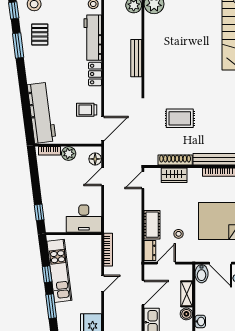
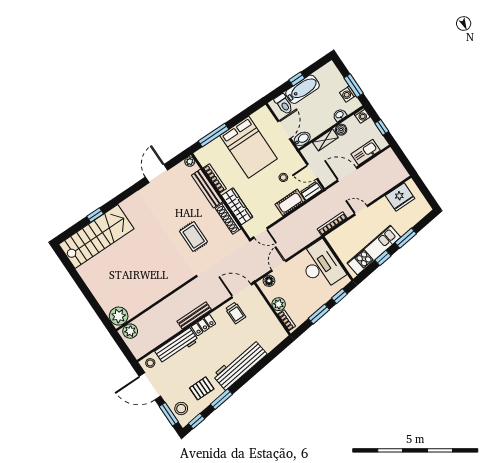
bench: (136, 58) -> (194, 315), moved
workbench: (42, 113) -> (240, 365), moved
wardrobe: (174, 175) -> (237, 206), width x1.50
door: (103, 177) -> (279, 266), swing flipped
window: (36, 183) -> (319, 314), added
desk: (84, 219) -> (321, 266), width x1.36, depth x1.30

